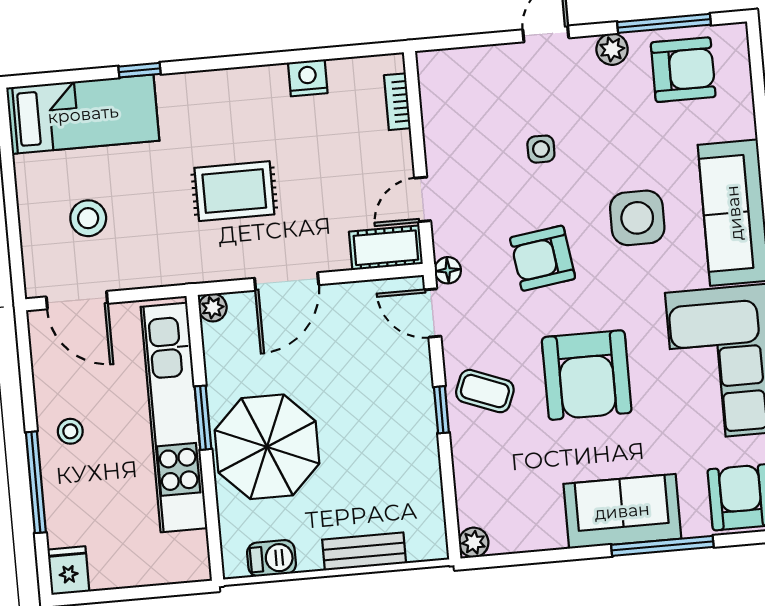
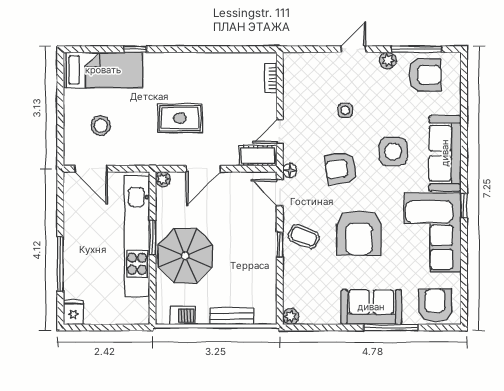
nightstand: (308, 78) -> (224, 61), removed
stool: (70, 431) -> (81, 238), removed

